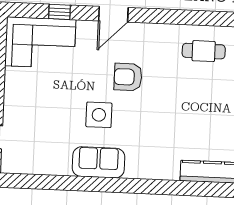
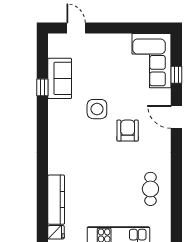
sofa: (98, 162) -> (60, 78), moved
window: (68, 183) -> (42, 87), added

